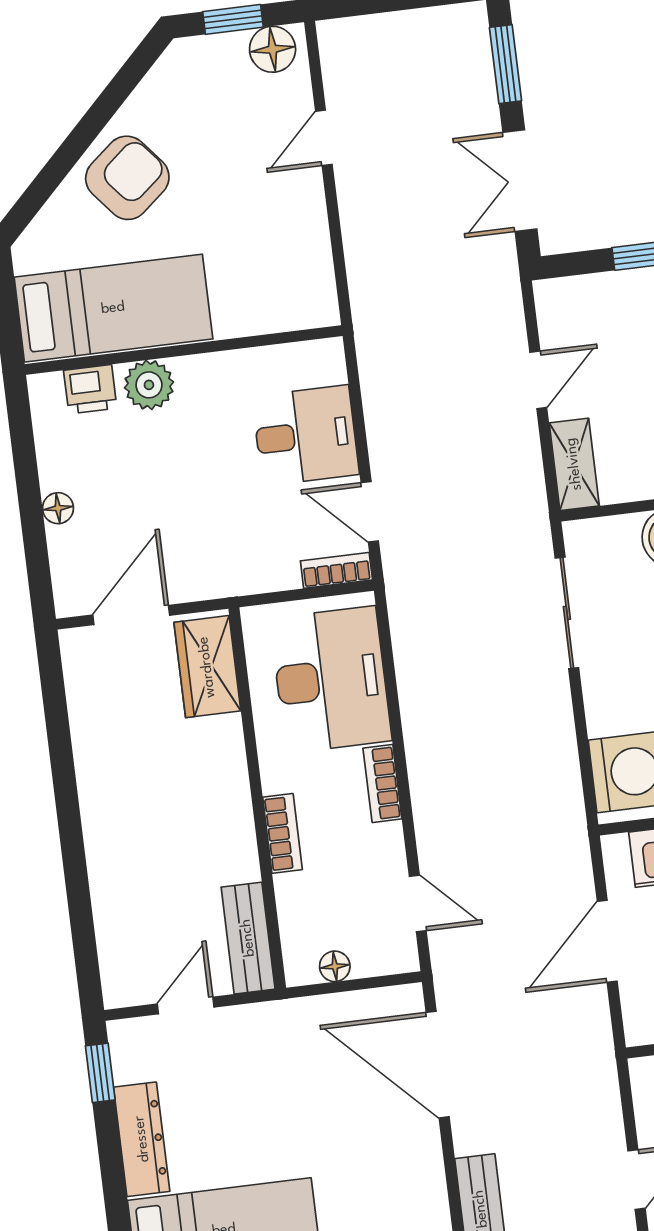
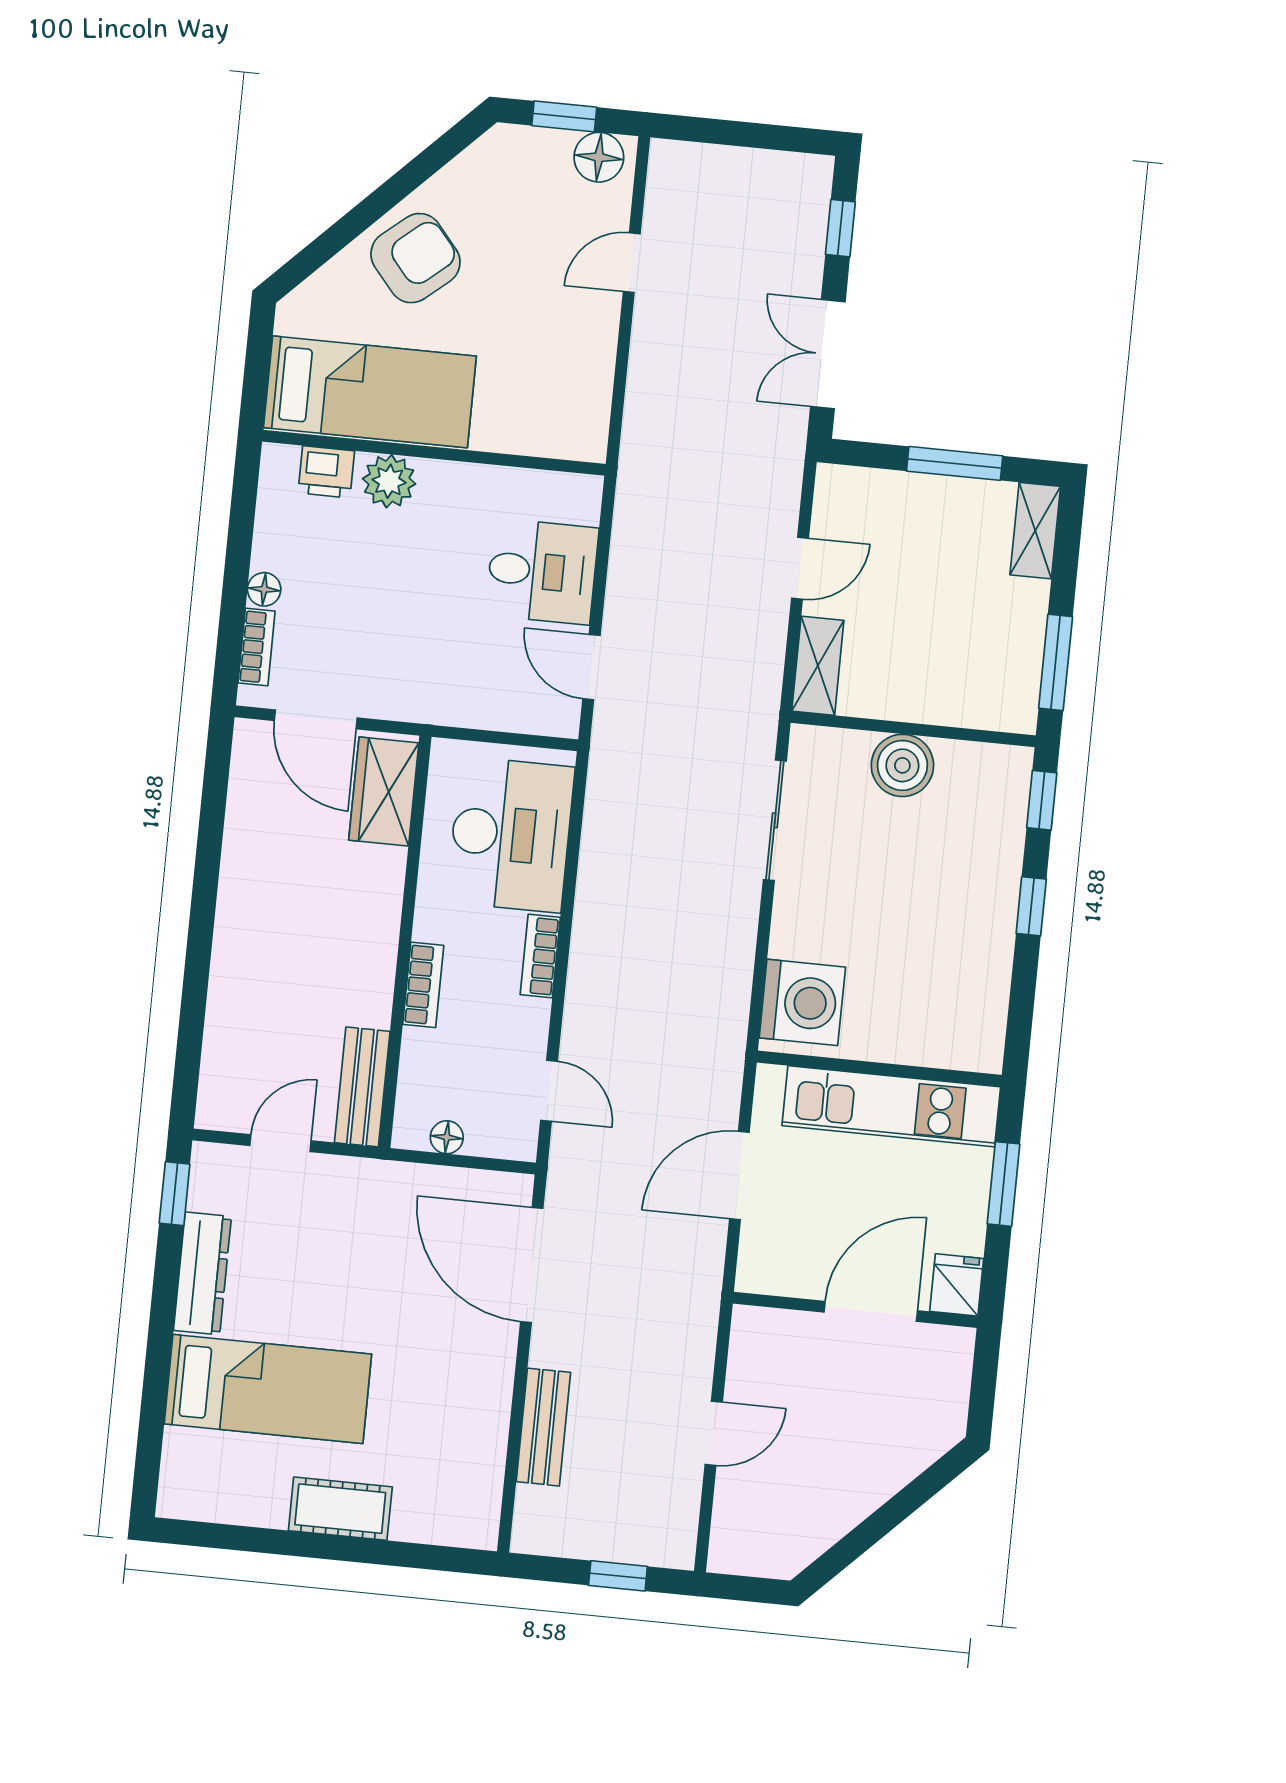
window: (505, 64) -> (840, 228), width x0.67
bookcase: (336, 570) -> (257, 647), moved, turned 90
door: (131, 615) -> (316, 719), swing flipped

